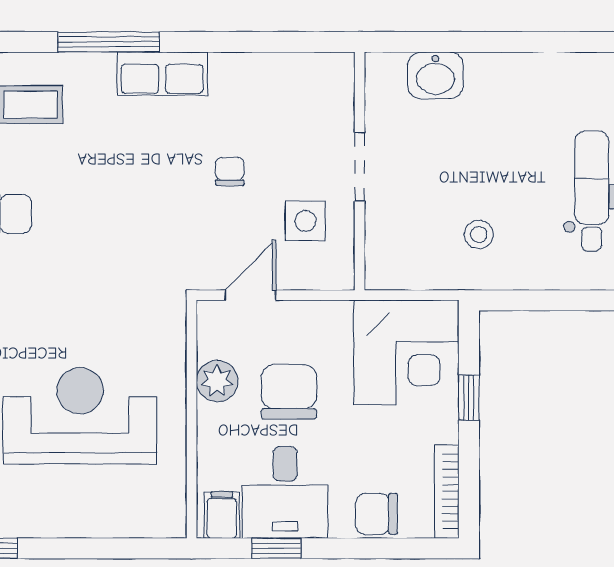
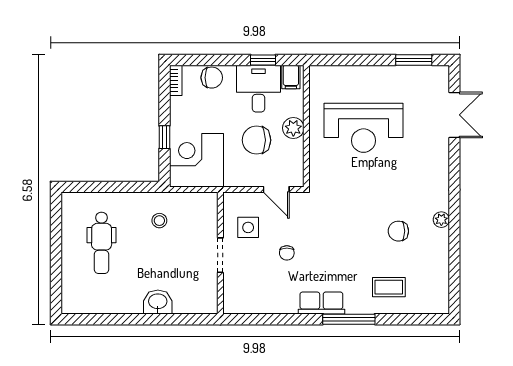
washbasin: (435, 75) -> (158, 302), moved
door: (250, 295) -> (276, 190), hinge flipped
plant: (217, 381) -> (293, 128), moved
chair: (289, 392) -> (257, 140), turned 90
bookcase: (447, 492) -> (176, 80), width x0.64

